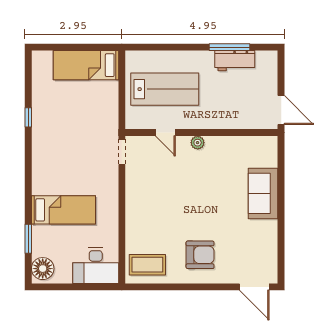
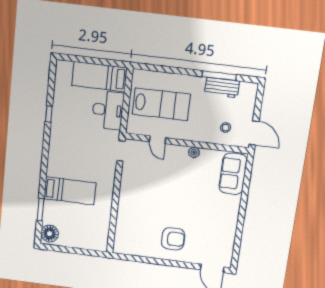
stool: (246, 108) -> (226, 128), added
plant: (198, 143) -> (194, 152), moved
sofa: (263, 193) -> (233, 174), moved
coffee table: (147, 265) -> (131, 241), removed
desk: (96, 266) -> (108, 110), moved, turned -90

